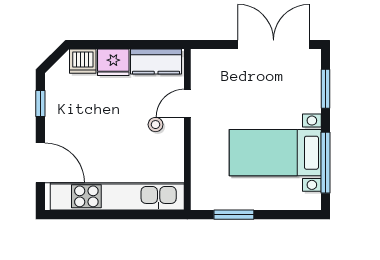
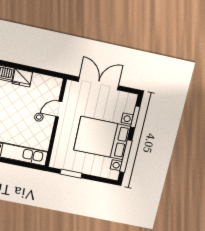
double door: (274, 44) -> (98, 84), moved
kitchen counter: (156, 62) -> (46, 82), removed
bed with nightstands: (275, 153) -> (102, 138), width x1.36

